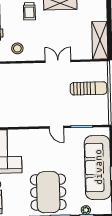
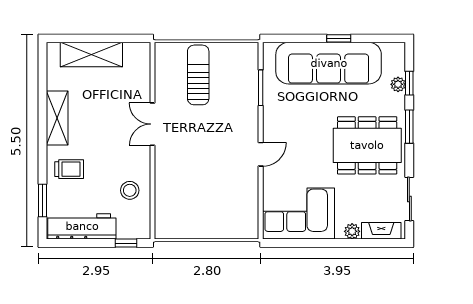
shelving: (100, 40) -> (91, 55), moved
door: (56, 127) -> (261, 154), moved

